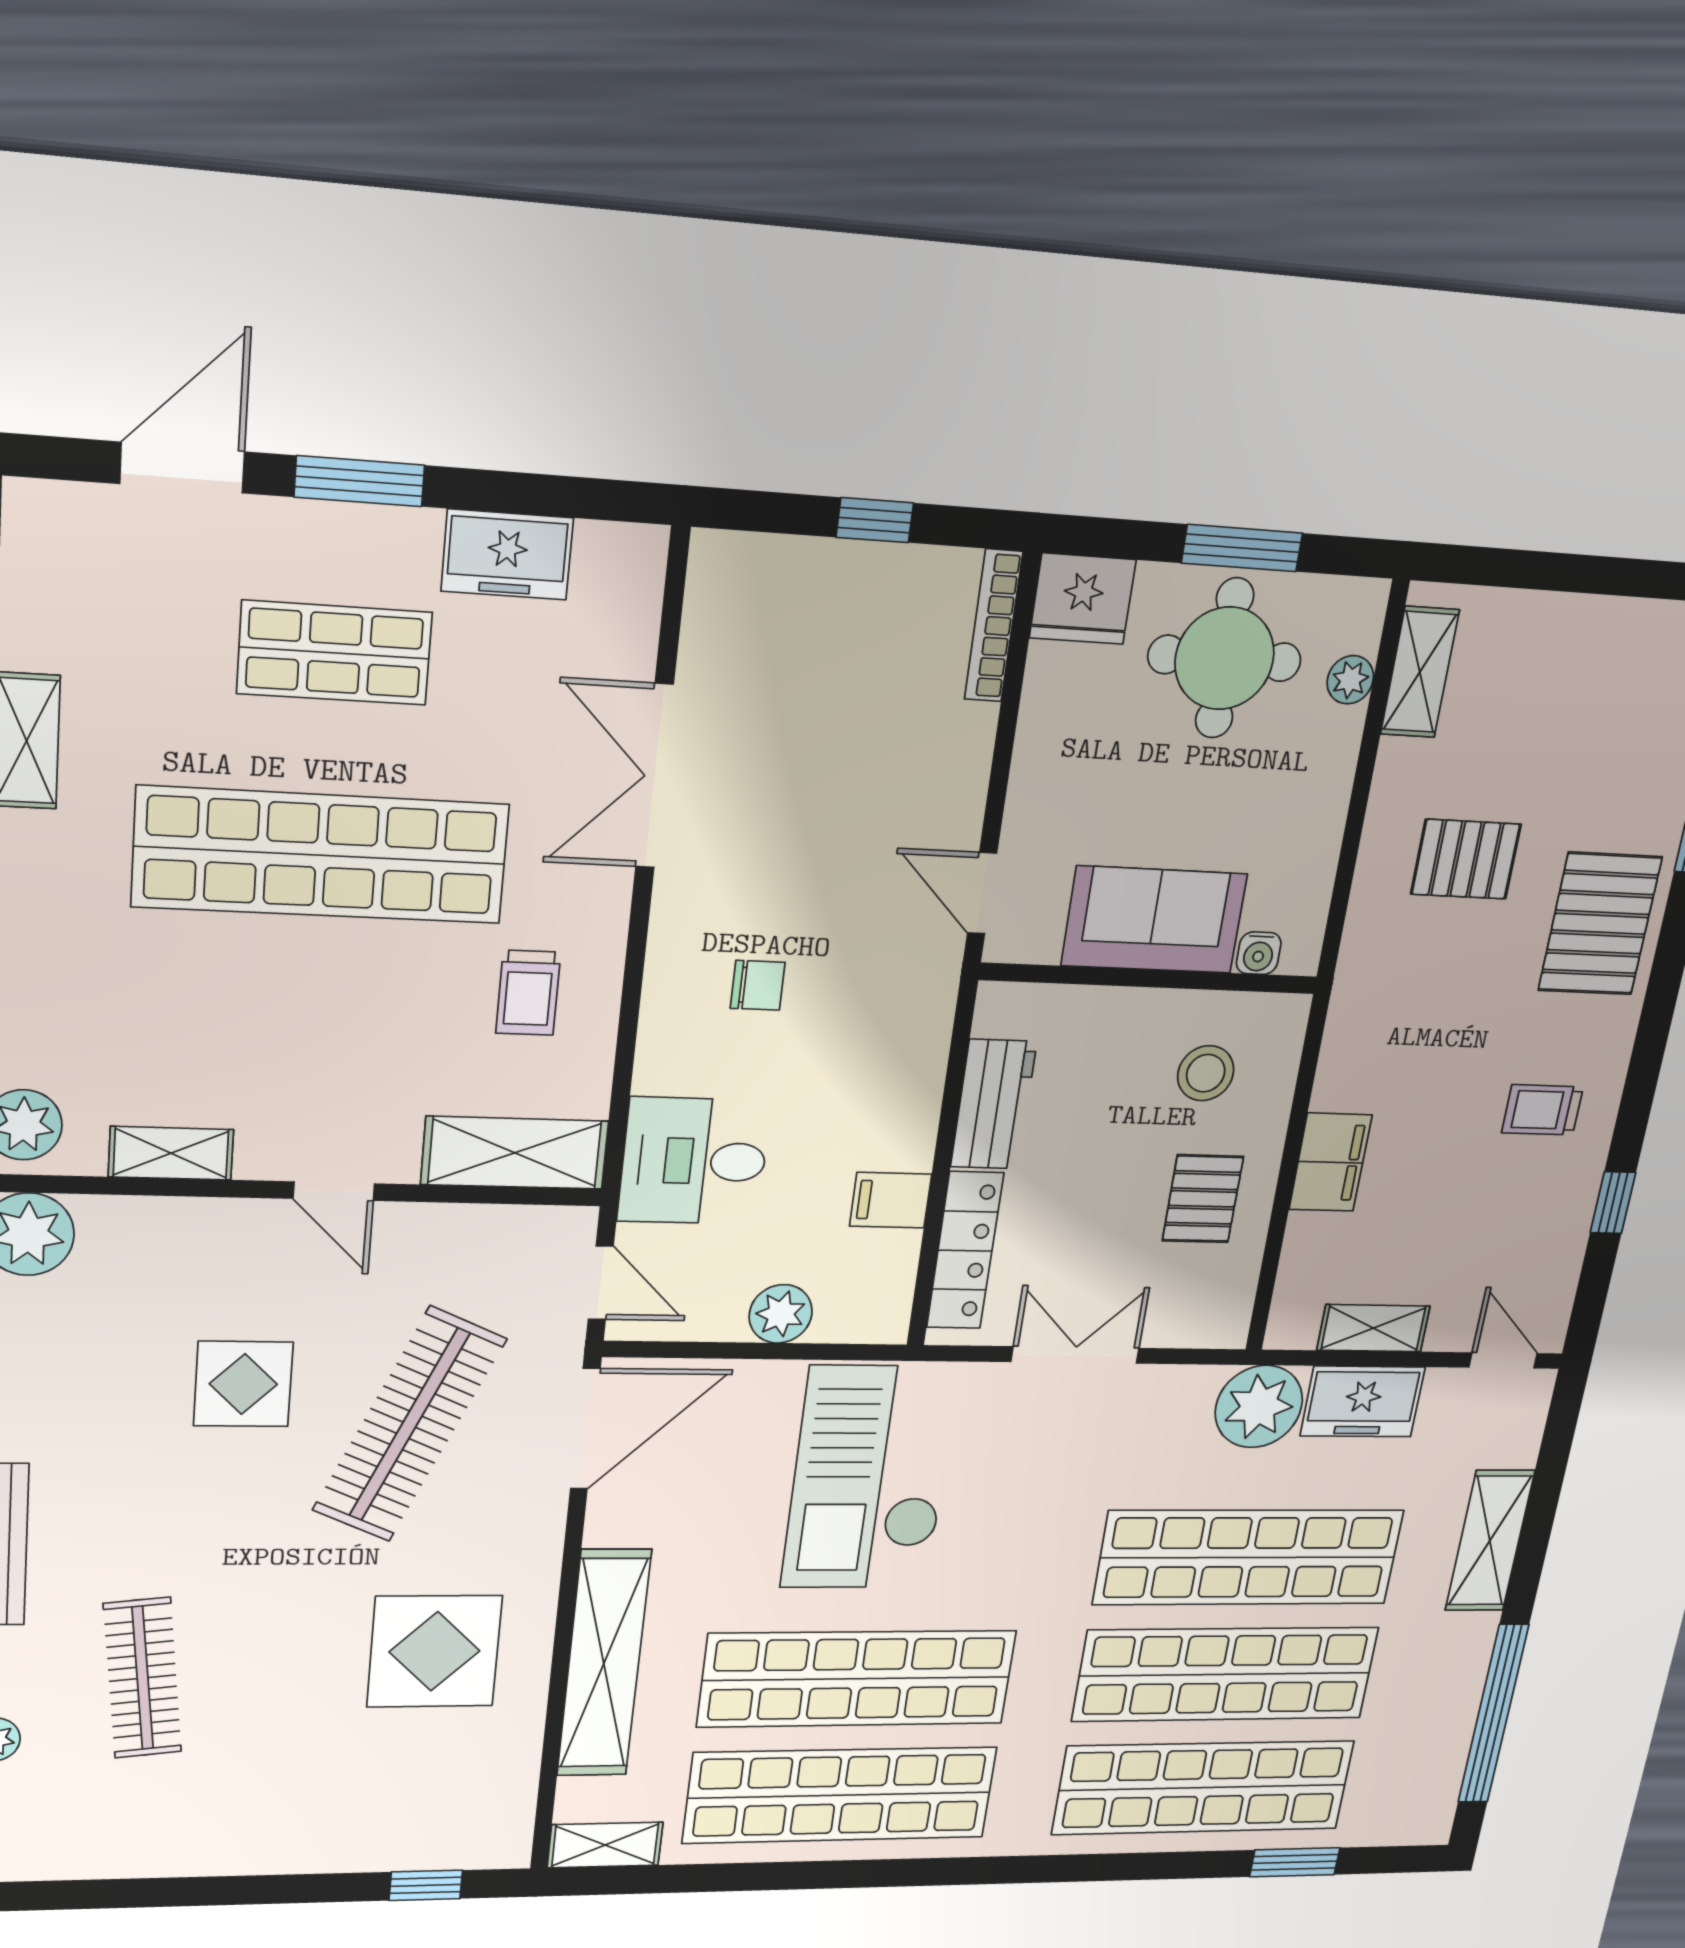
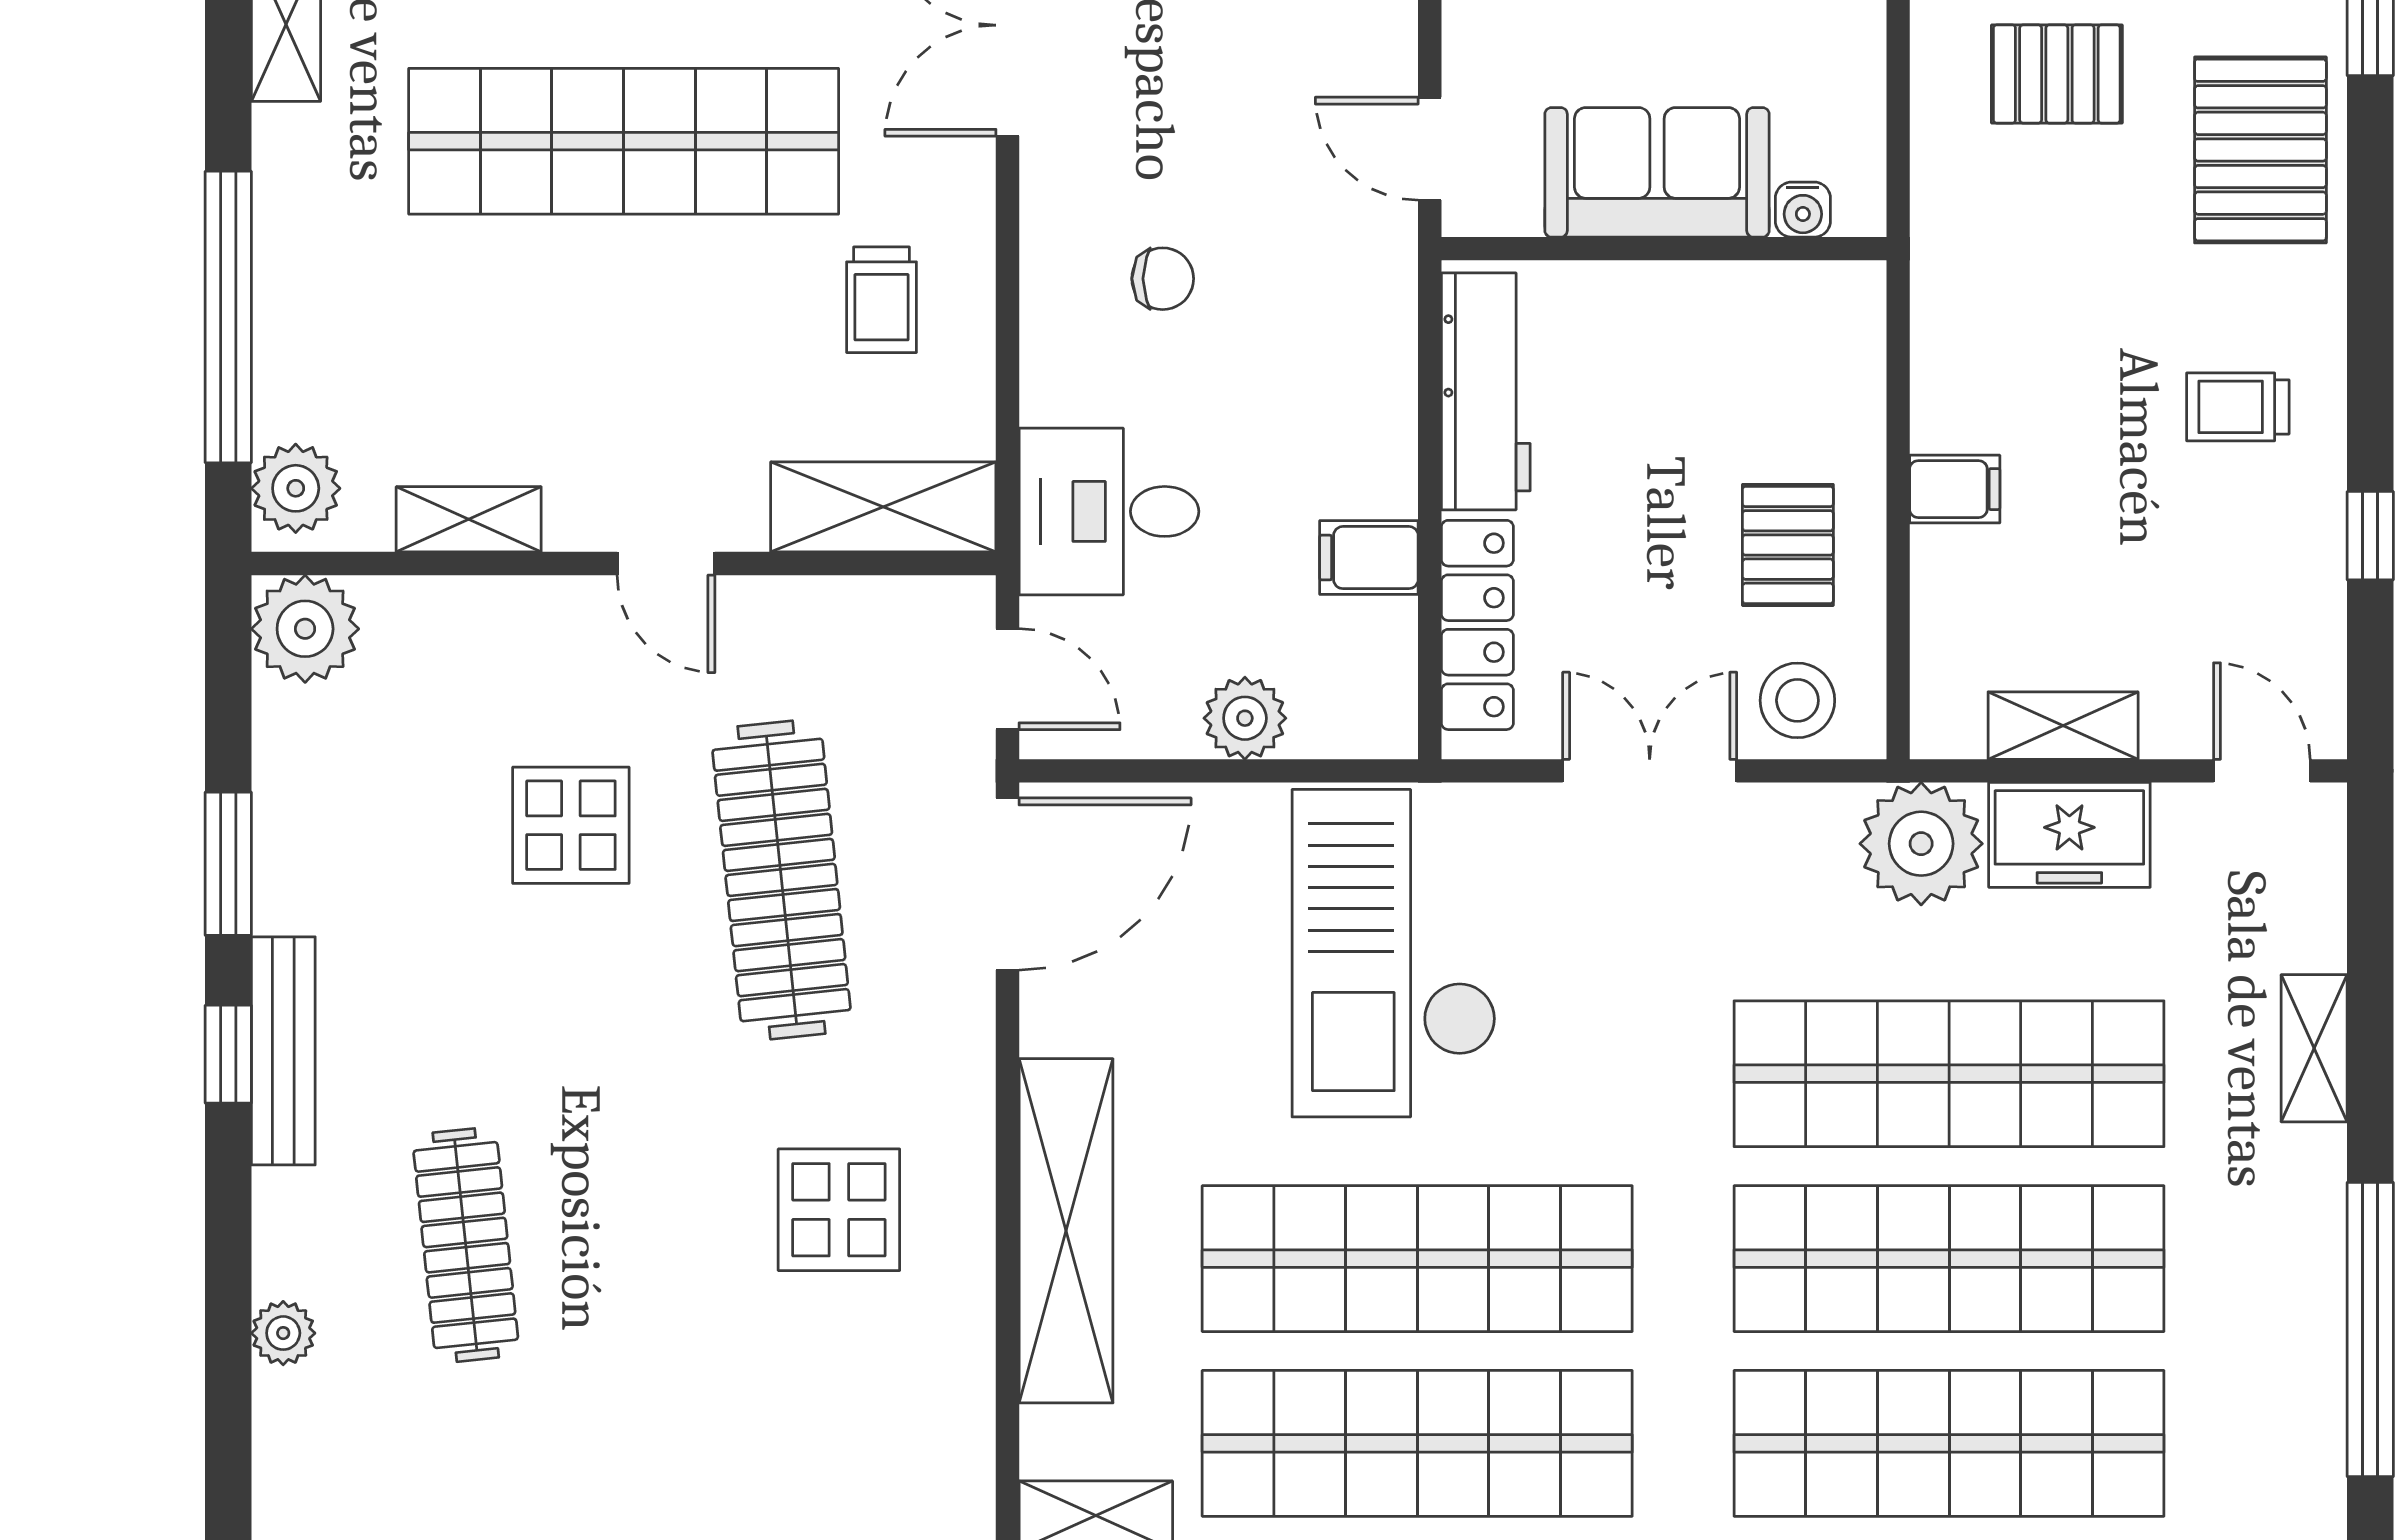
stool: (1206, 1073) -> (1797, 700), moved
workbench: (994, 1104) -> (1486, 391), width x1.37
filing cabinet: (1330, 1162) -> (1955, 489), width x0.50
clothes rail: (409, 1425) -> (781, 880), turned -30
shelving: (1490, 1541) -> (2314, 1048), width x0.67, depth x0.75
display table: (434, 1651) -> (839, 1210), width x0.73, depth x0.73

